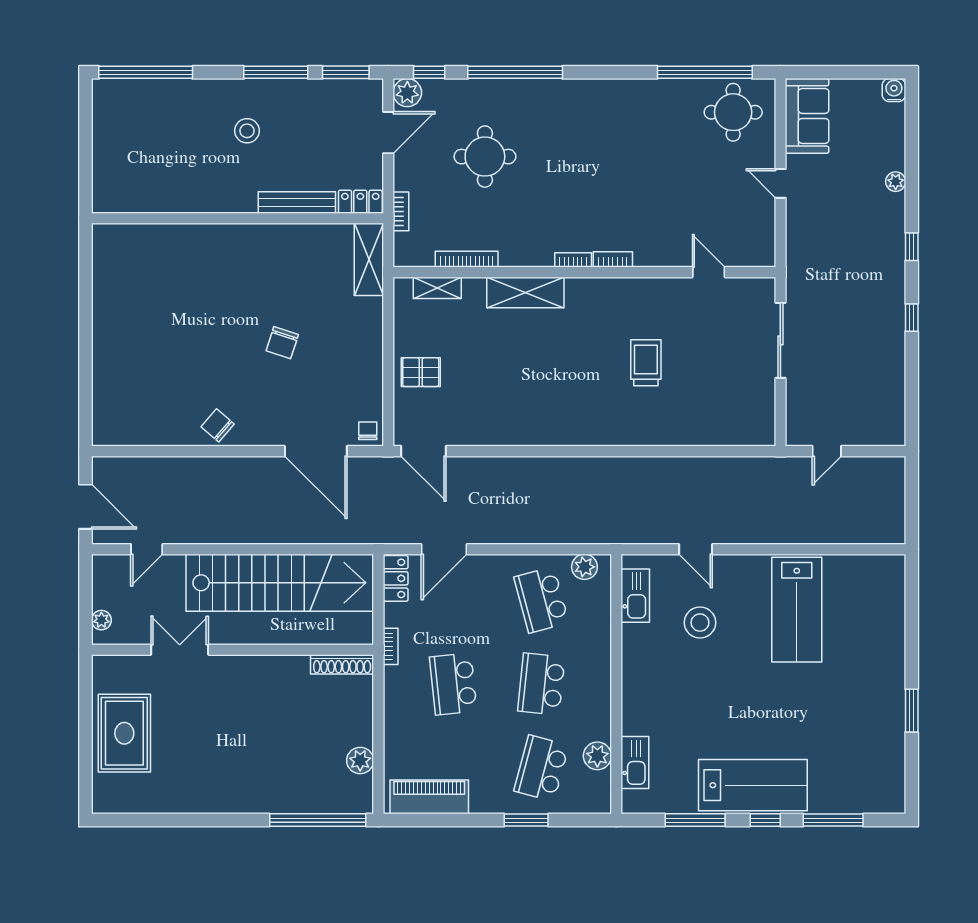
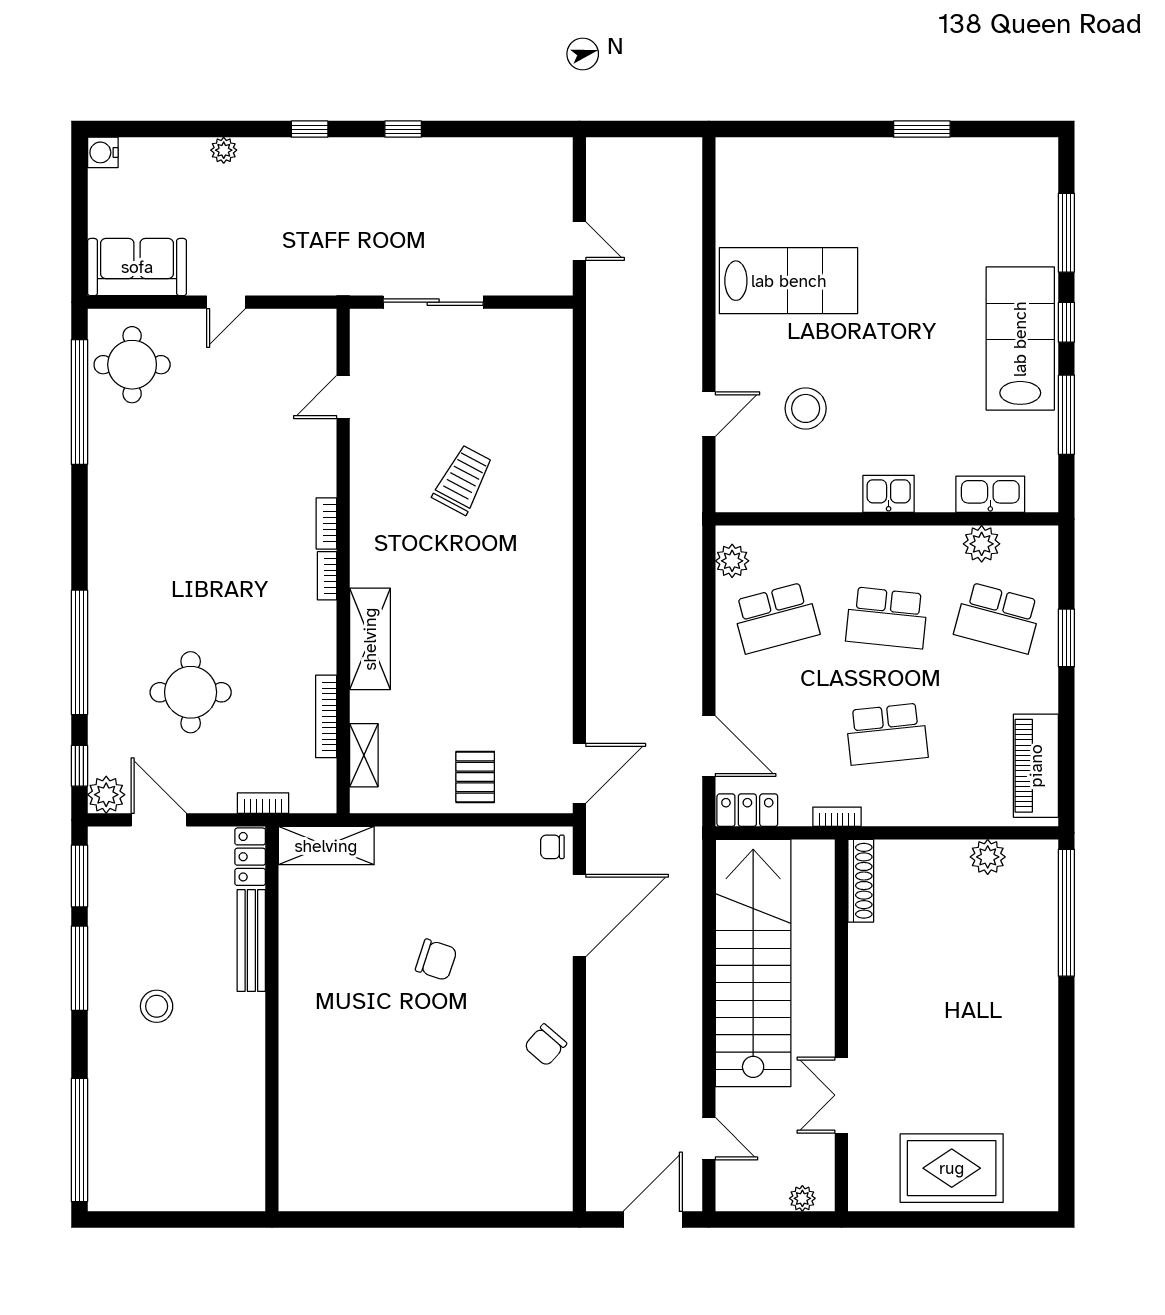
trolley: (646, 363) -> (463, 480), turned 118
kitchen sink: (635, 596) -> (889, 494), moved, width x0.73

